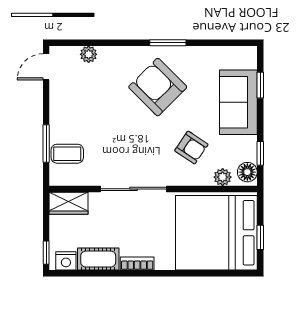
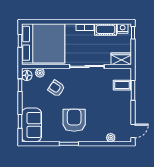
armchair: (158, 87) -> (74, 120), turned -135
sofa: (238, 102) -> (31, 125), moved

